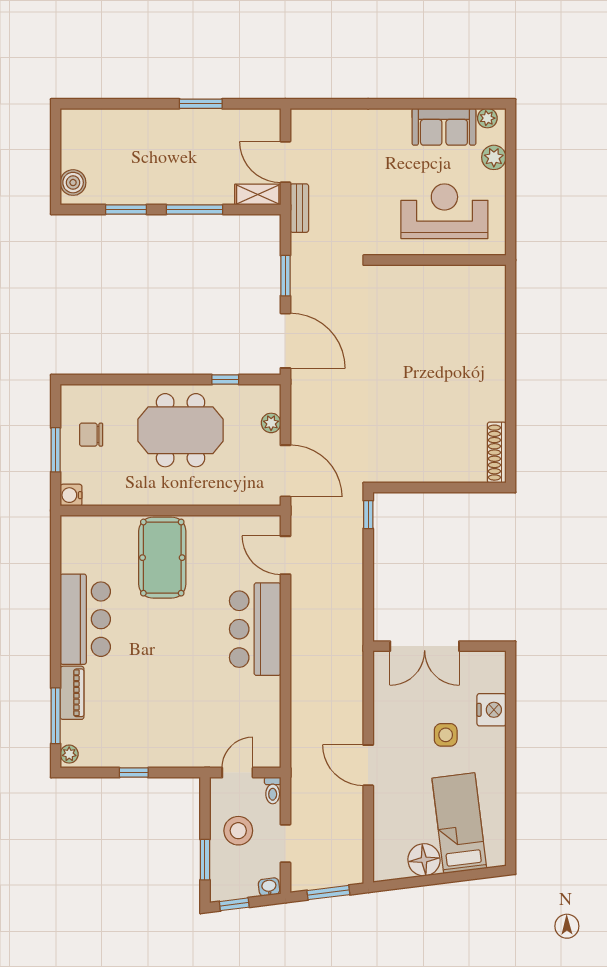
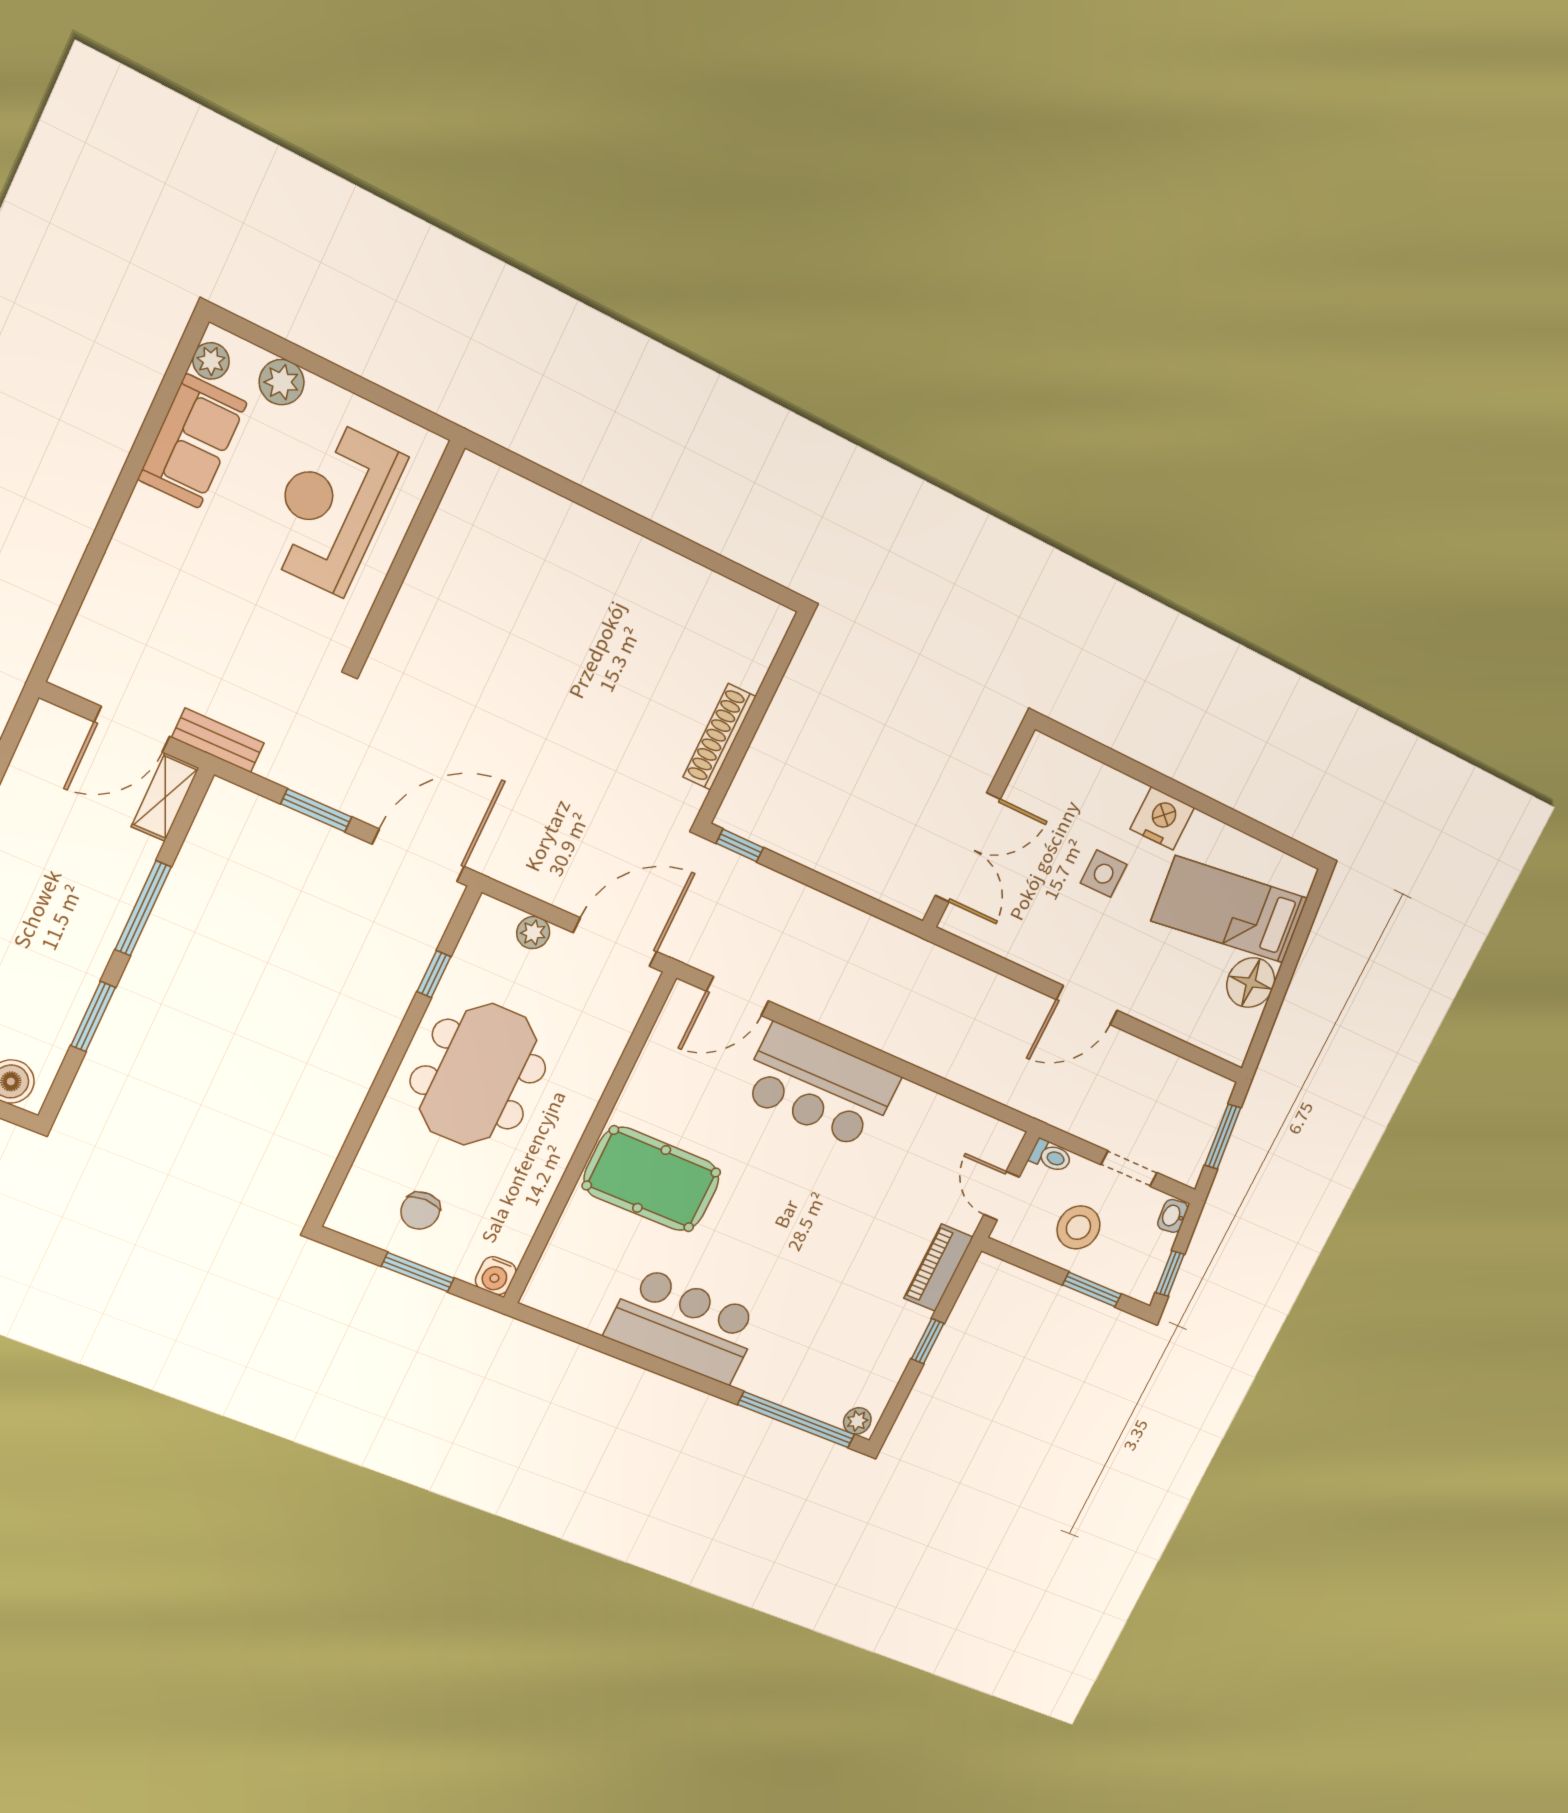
shoe rack: (497, 453) -> (719, 737), moved, turned 90
piano: (72, 693) -> (938, 1268), moved, turned -90
nightstand: (492, 710) -> (1162, 818), moved
window: (56, 716) -> (796, 1420), width x1.46

